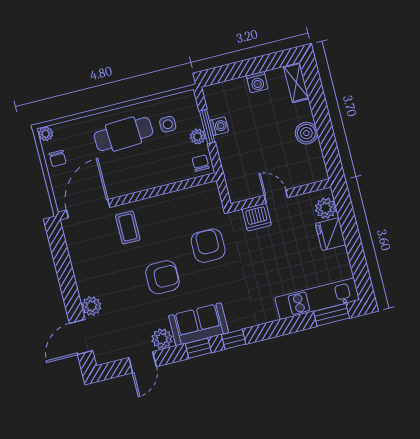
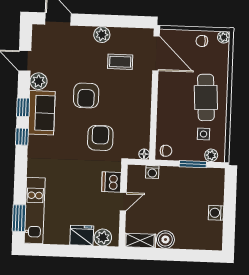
shelving: (296, 83) -> (140, 241), moved
washing machine: (219, 126) -> (152, 172), moved
plant: (198, 137) -> (211, 155), moved
floor lamp: (212, 188) -> (144, 154), added
coffee table: (128, 227) -> (120, 62), moved
armchair: (208, 246) -> (100, 138), turned -90
plant: (91, 306) -> (102, 35), moved

